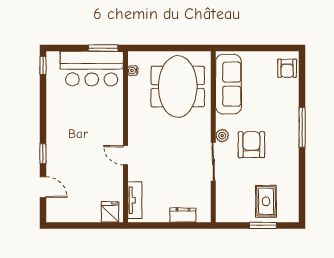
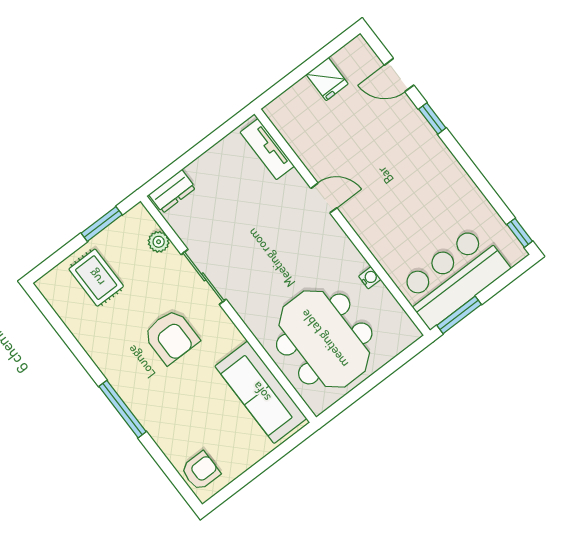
armchair: (287, 68) -> (201, 471), turned 90
water cooler: (133, 71) -> (370, 278), moved
plant: (222, 136) -> (159, 242), moved
fridge: (110, 212) -> (327, 79), moved
dresser: (183, 215) -> (172, 191), moved
window: (263, 225) -> (102, 224), moved

